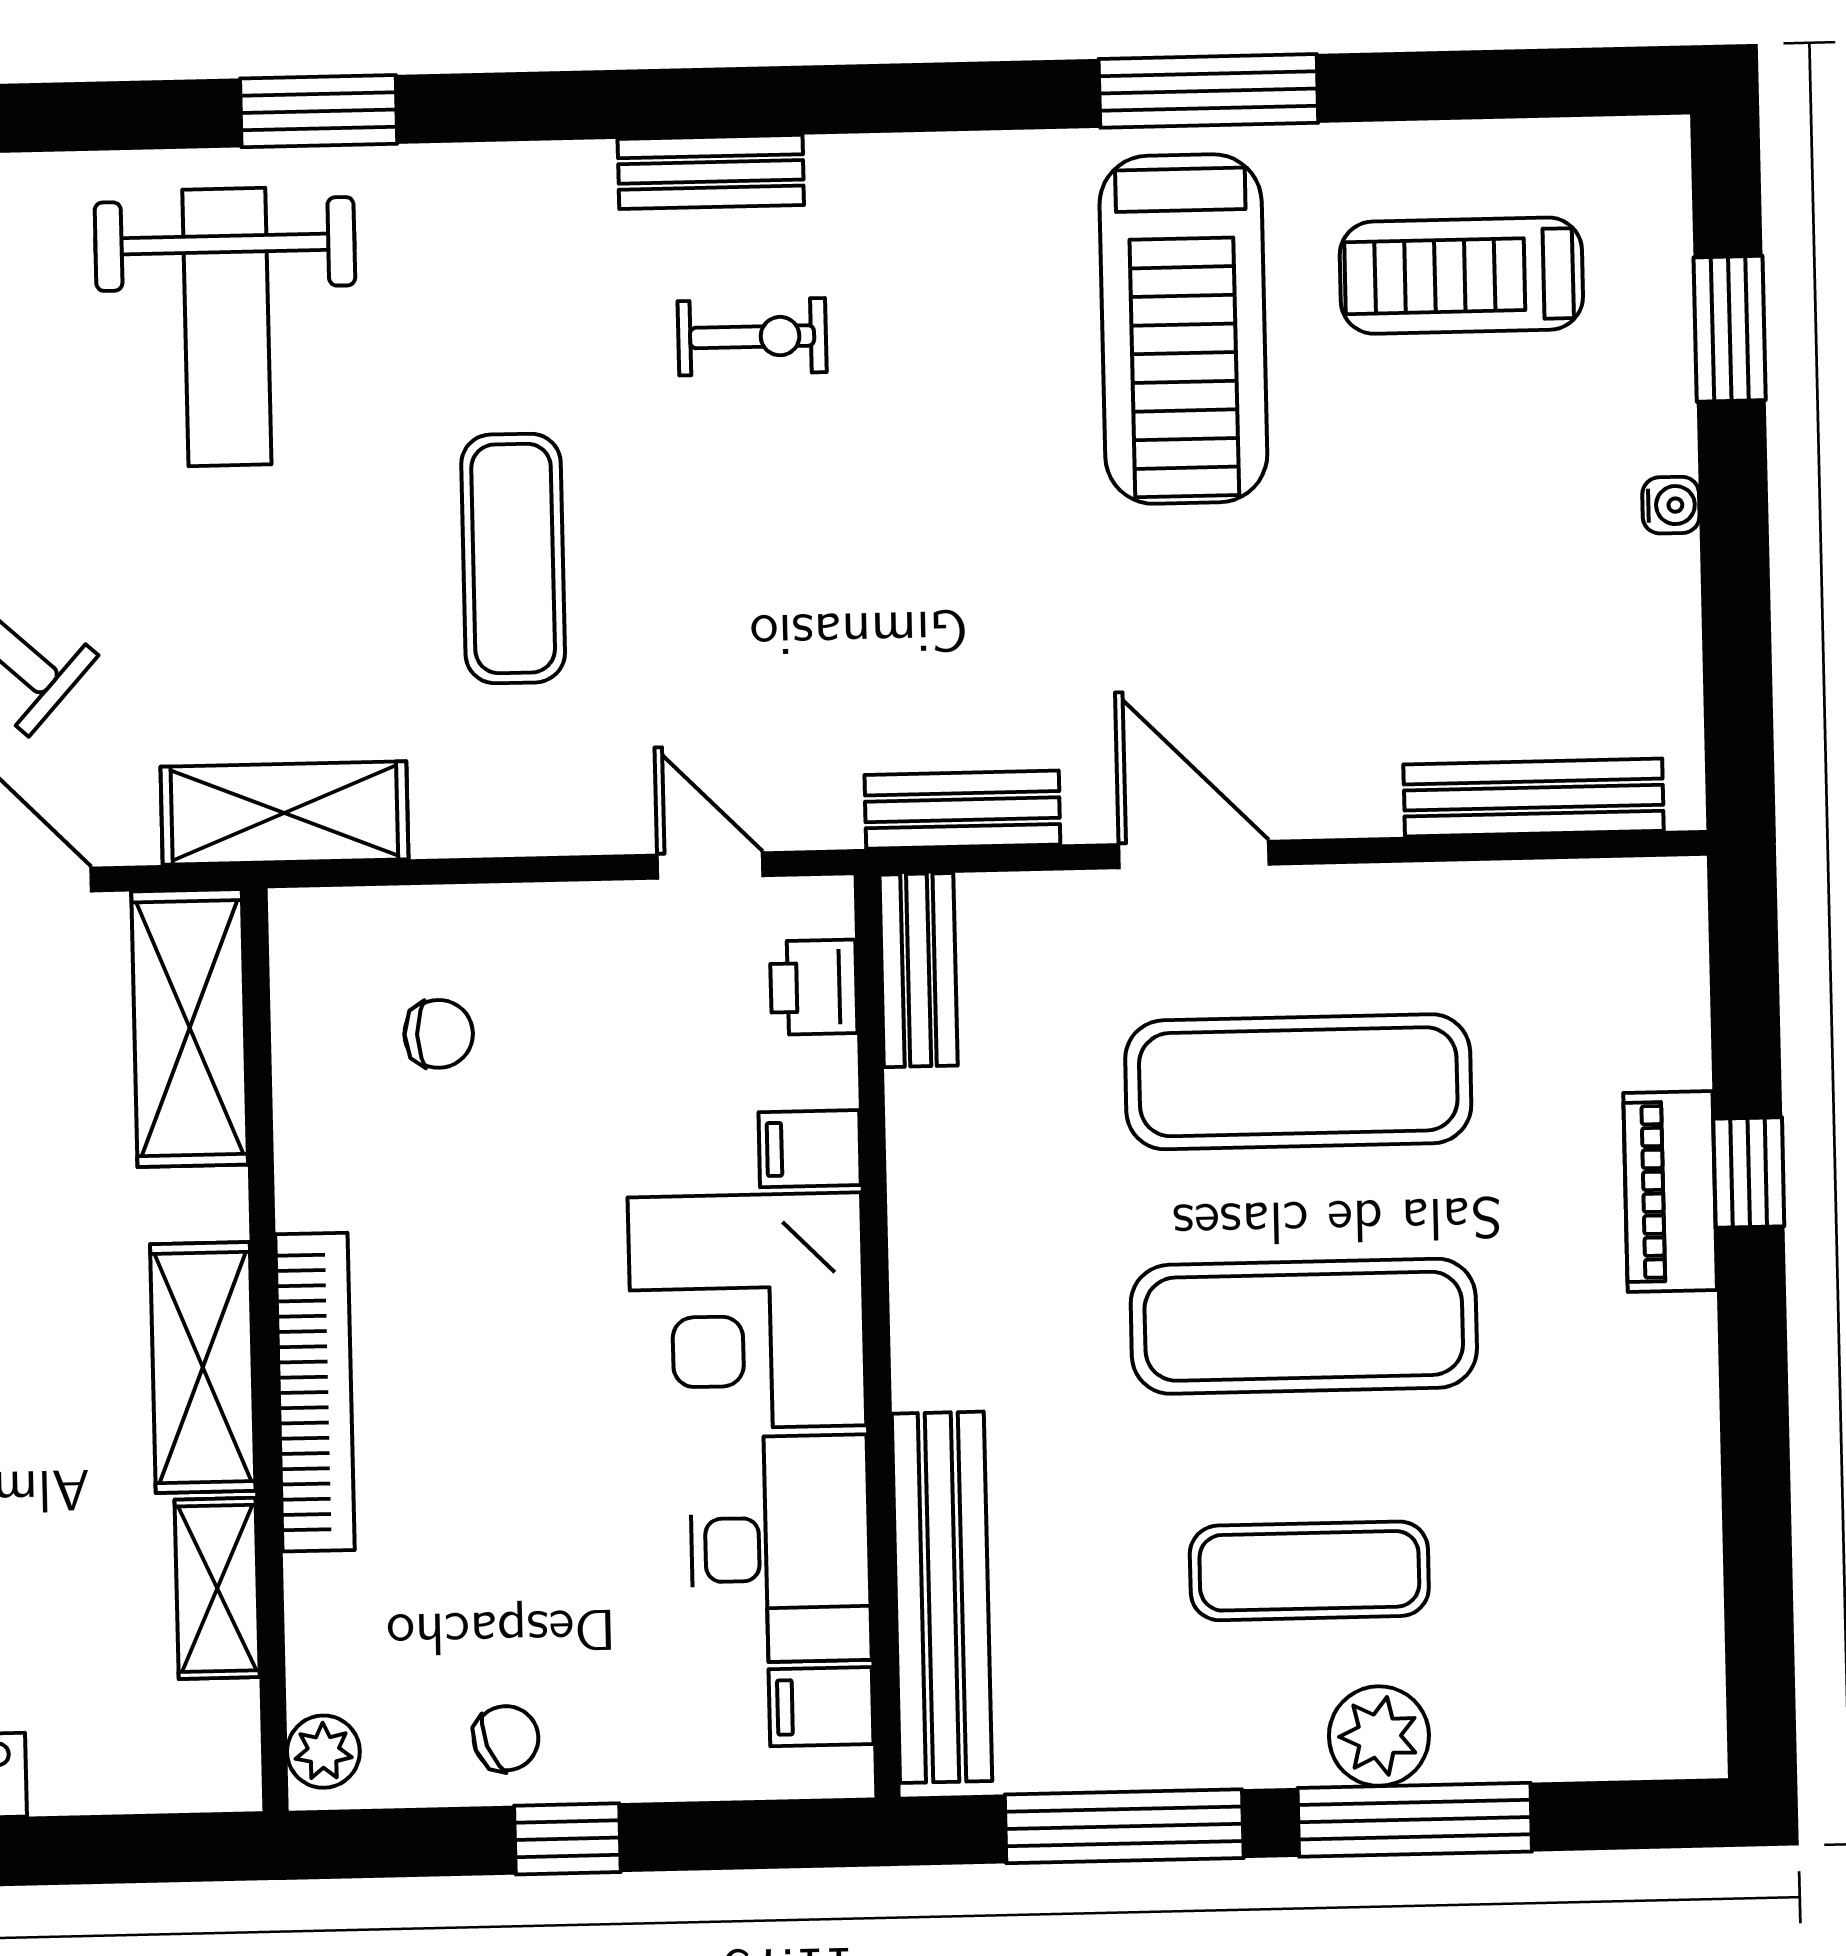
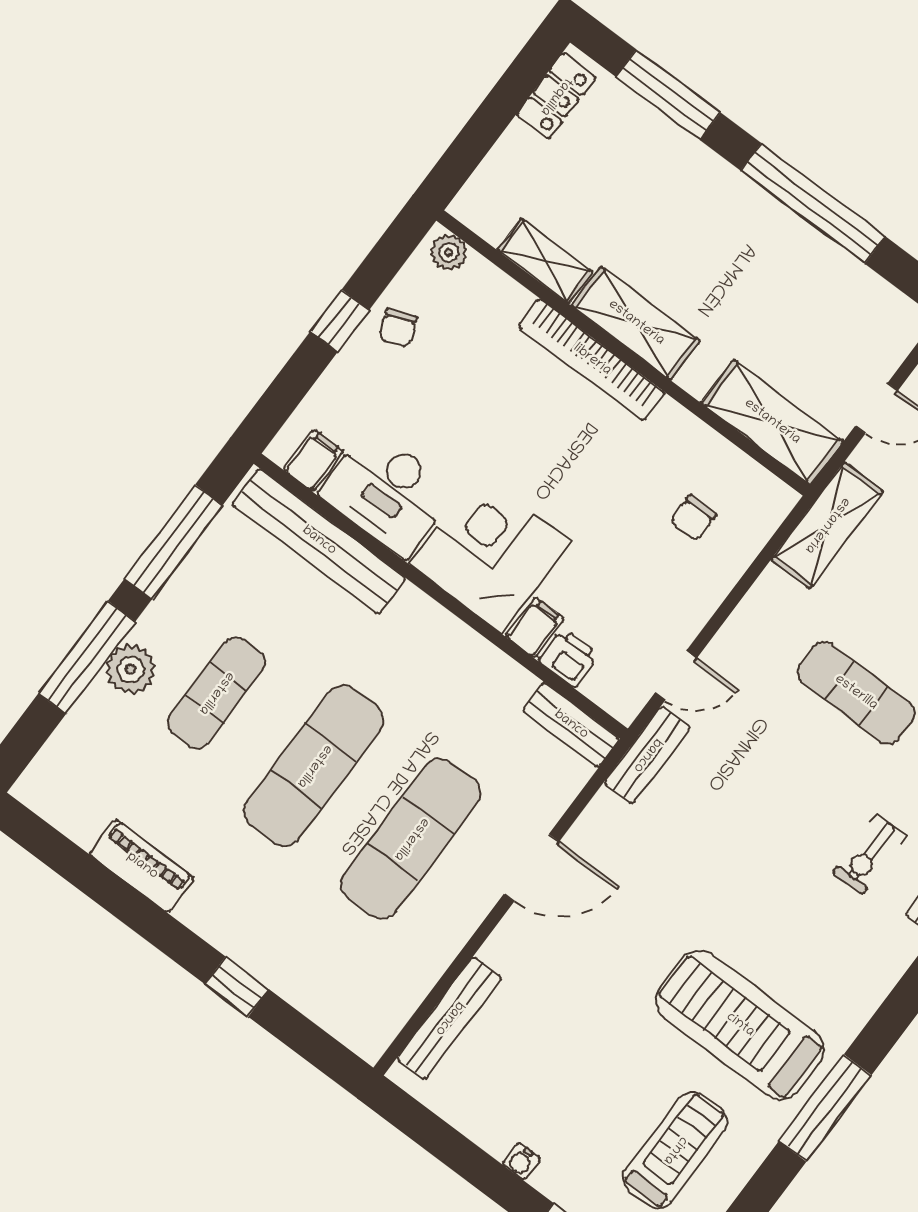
bench: (962, 810) -> (647, 755), moved
printer: (814, 987) -> (569, 658), moved
piano: (1670, 1191) -> (142, 866), moved

